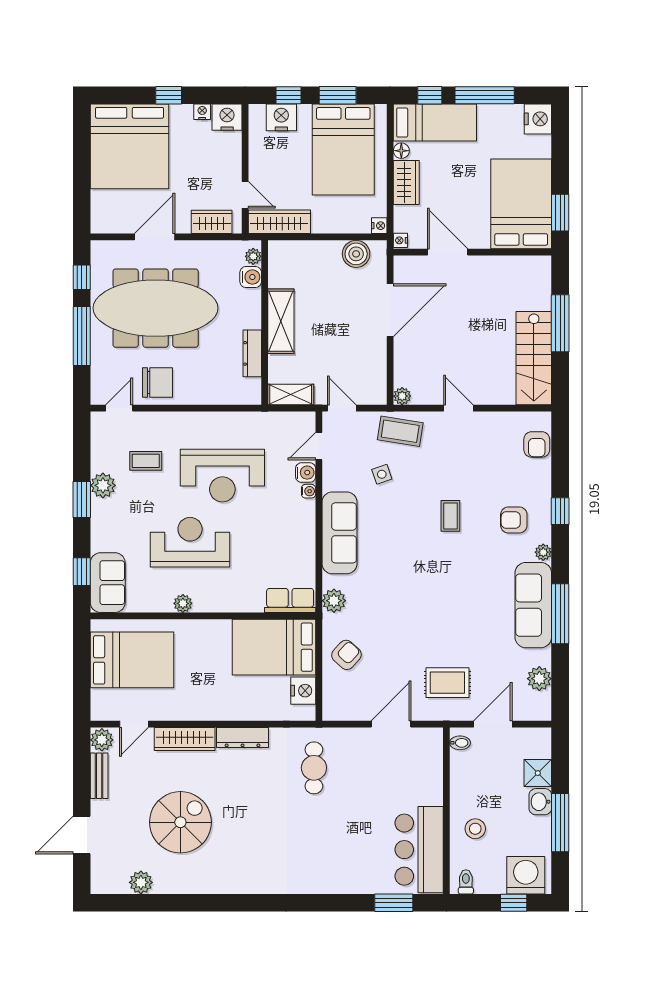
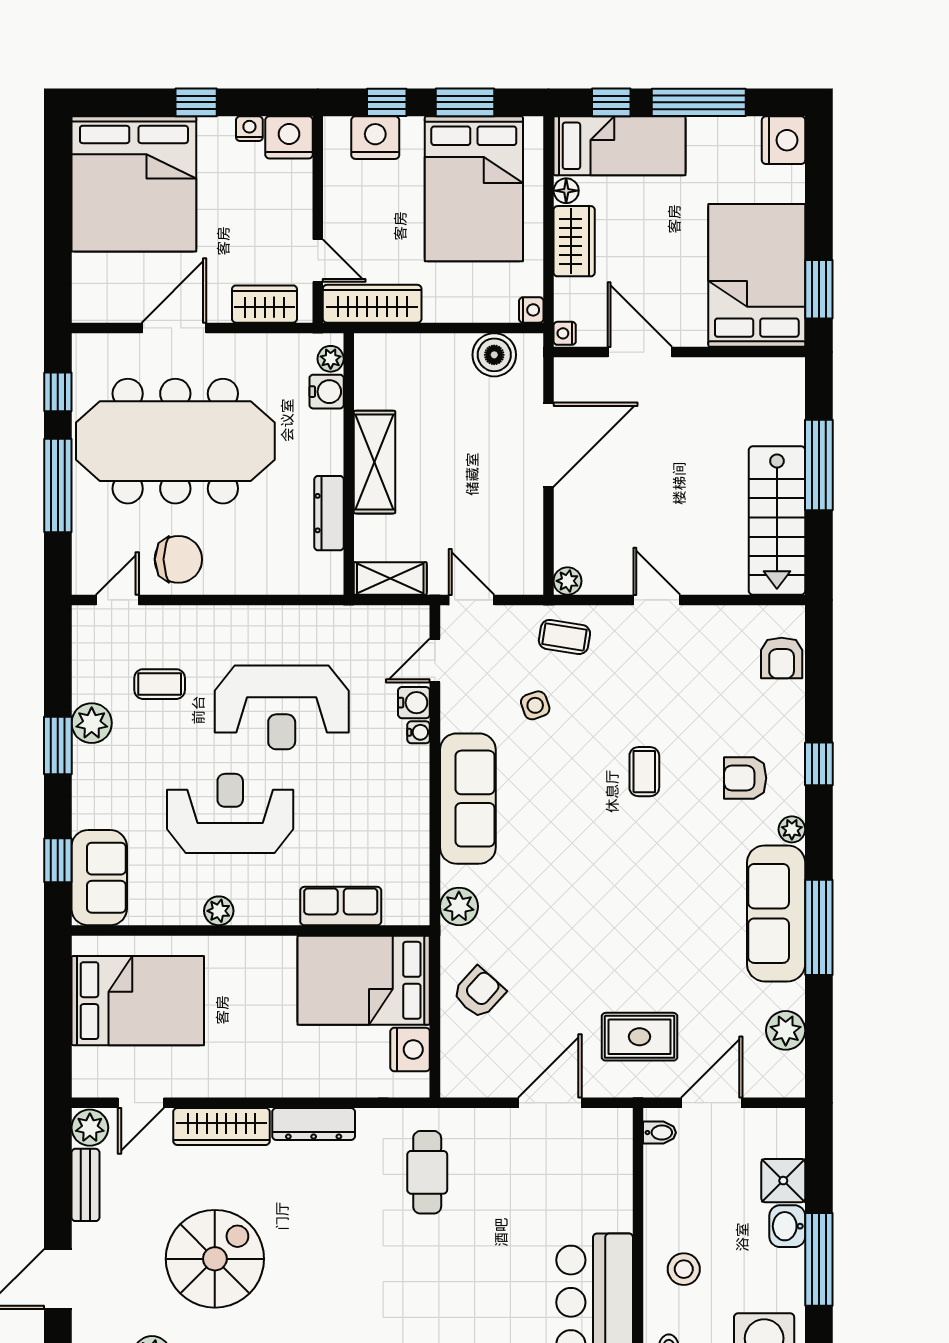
coffee table: (400, 431) -> (564, 637), width x0.73, depth x0.77
row of seats: (290, 600) -> (341, 906), moved

